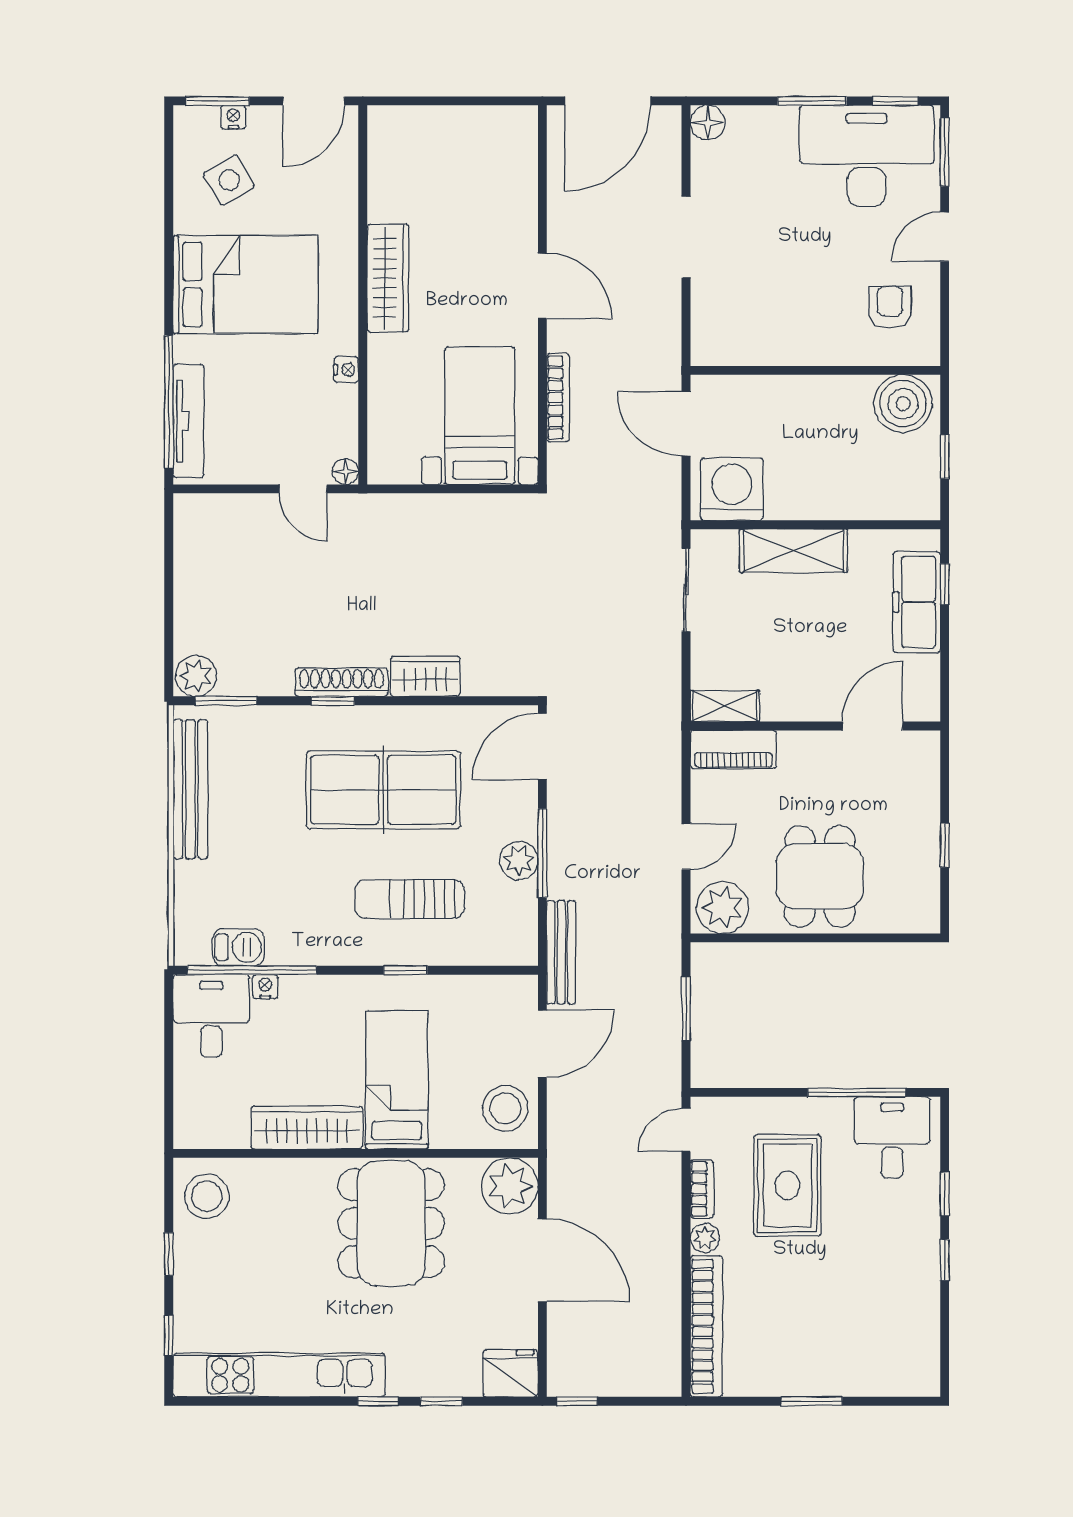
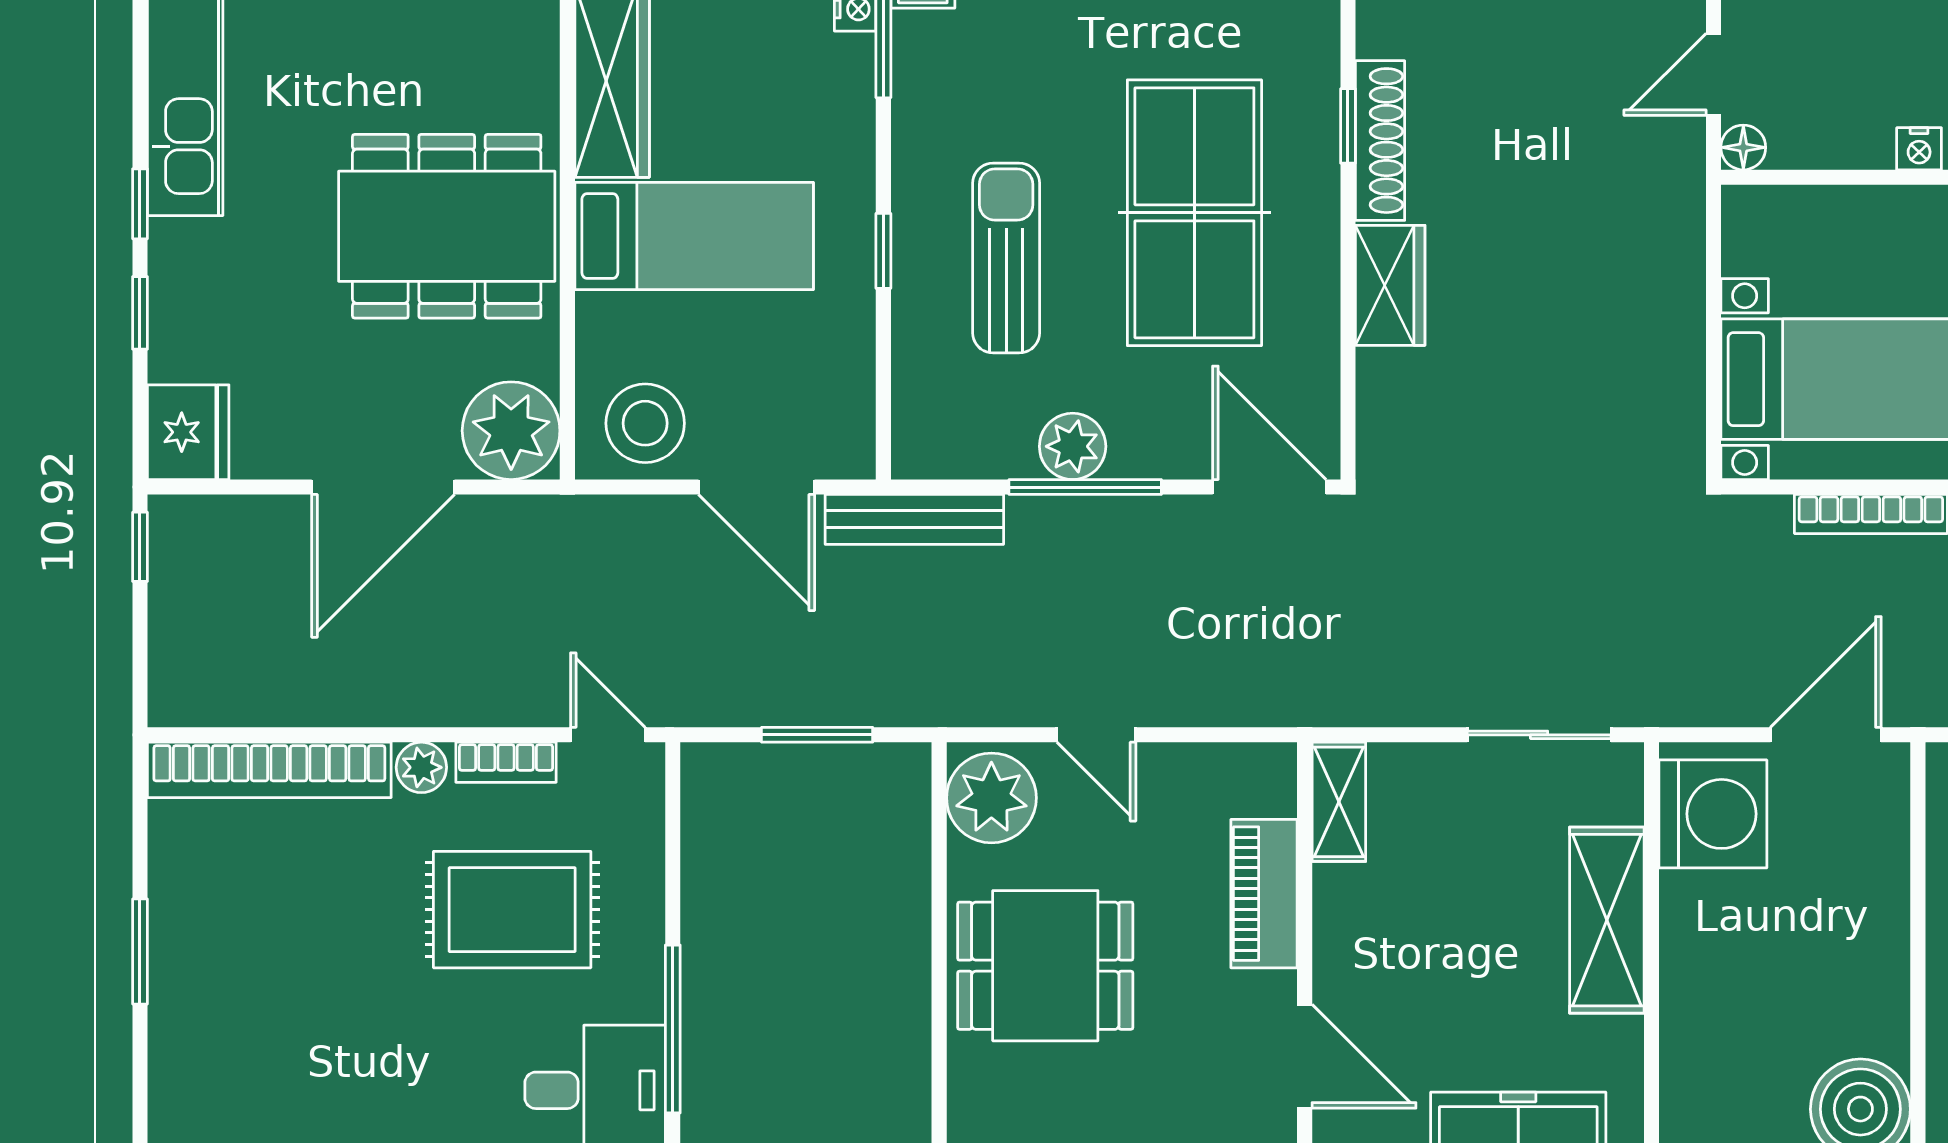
piano: (733, 750) -> (1264, 894), moved

